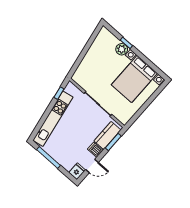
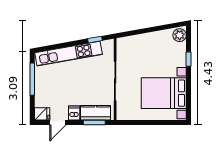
plant: (122, 49) -> (180, 35), moved
door: (92, 166) -> (58, 123), hinge flipped

